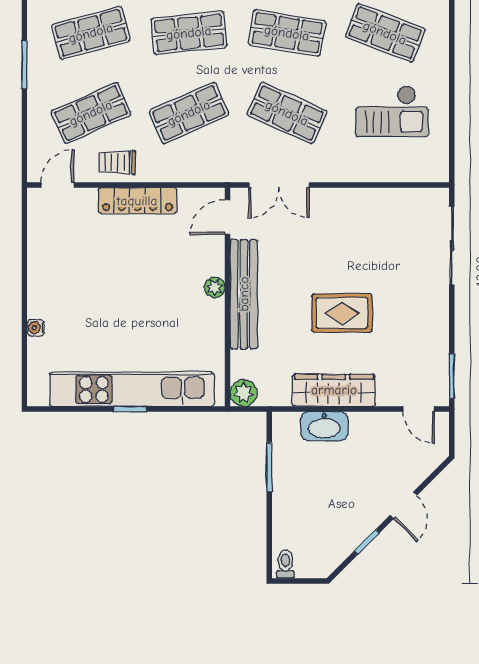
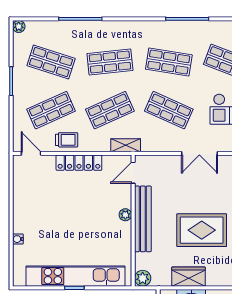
shop shelf: (91, 33) -> (51, 62), turned 33
trolley: (117, 162) -> (67, 140), turned 180
shelving: (215, 171) -> (126, 145), added
door: (57, 185) -> (31, 153), hinge flipped
double door: (279, 185) -> (199, 153), moved
rug: (342, 313) -> (202, 230), width x1.36, depth x1.43
wardrobe: (334, 390) -> (188, 277), width x0.67

